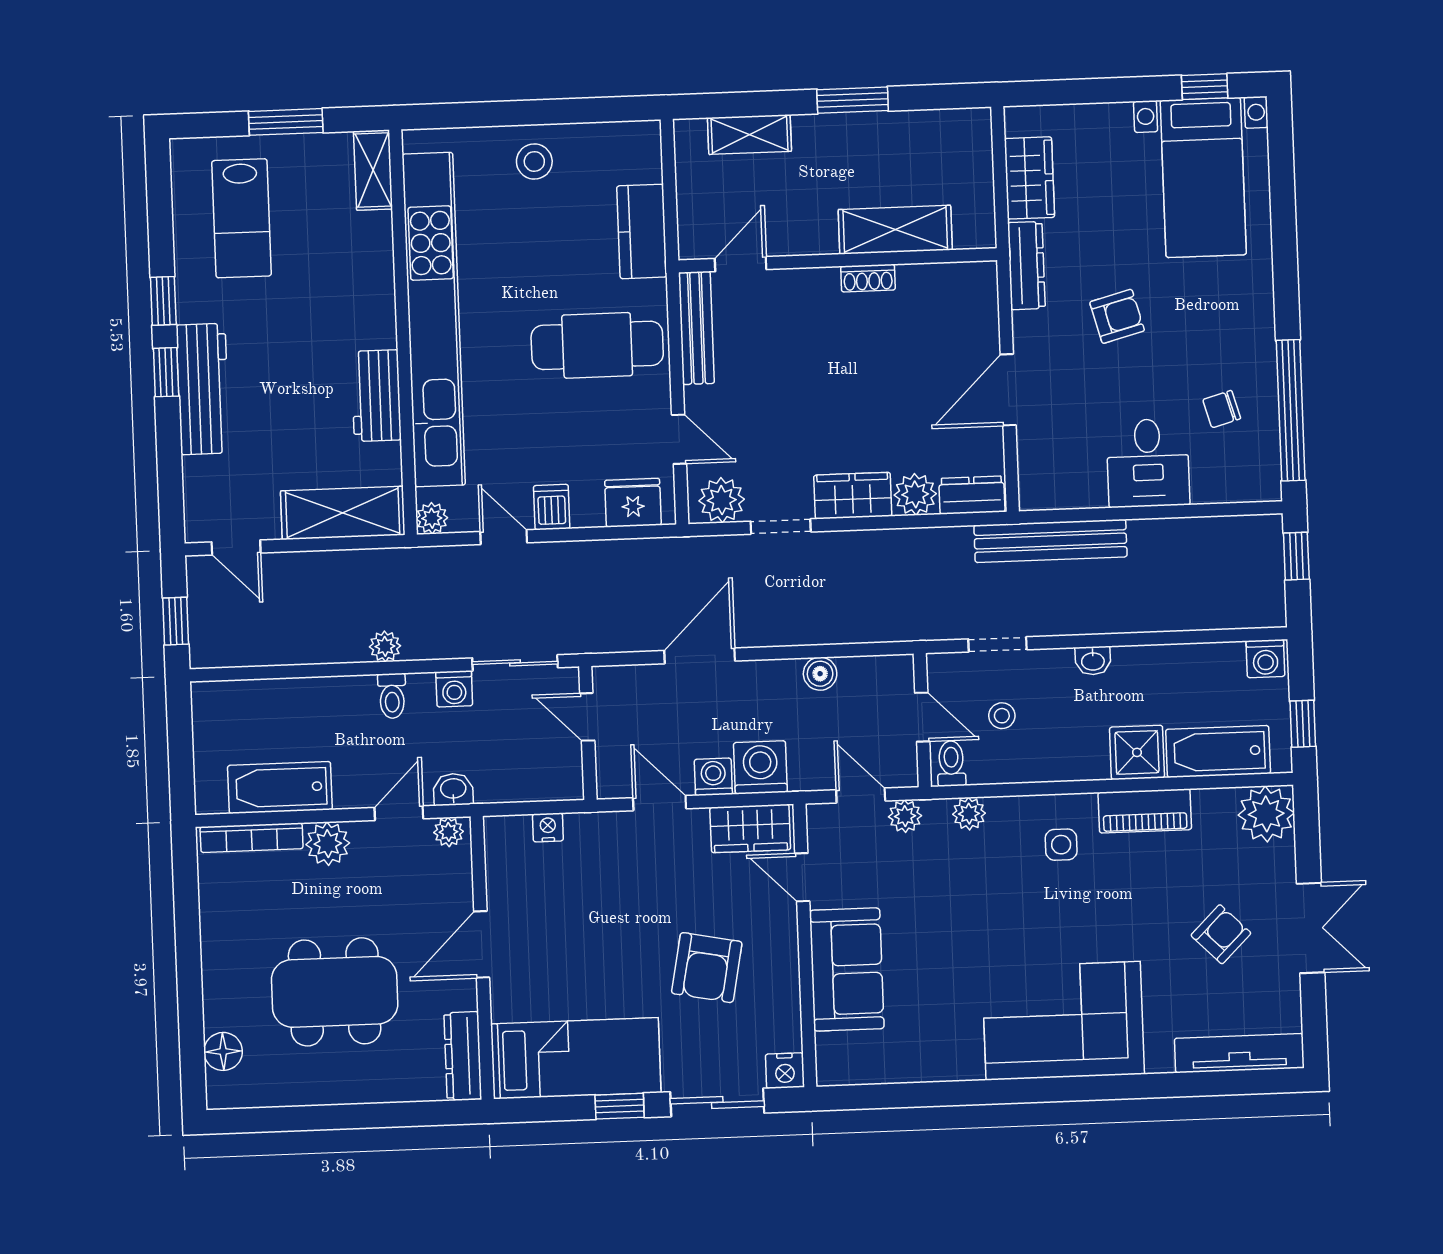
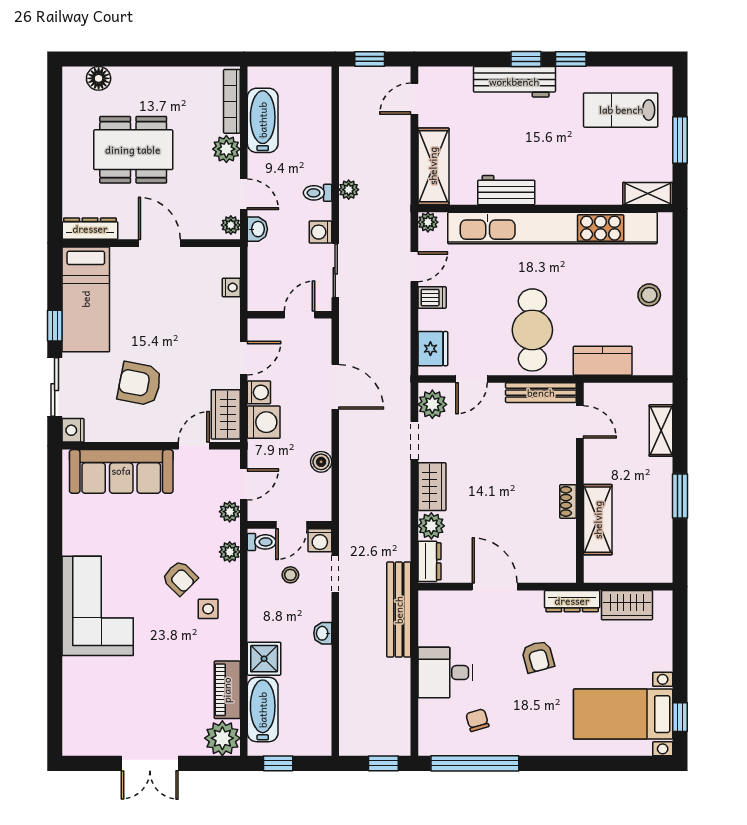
washing machine: (1265, 659) -> (320, 540), moved, turned -90
piano: (1145, 811) -> (227, 690), moved
armchair: (1221, 934) -> (180, 578), moved
sofa: (847, 969) -> (121, 471), width x1.36
dining table: (335, 992) -> (133, 150), turned 90
tv unit: (1239, 1053) -> (73, 716), removed

